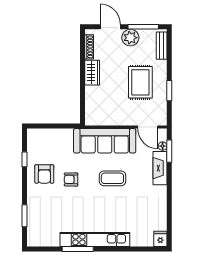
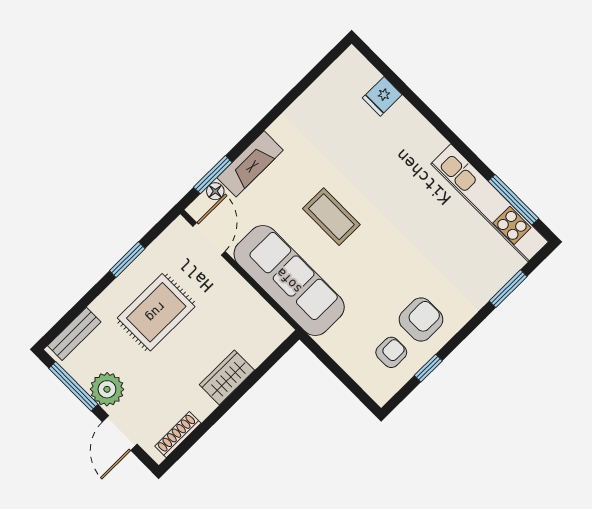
wardrobe: (92, 73) -> (227, 377), moved
armchair: (71, 179) -> (391, 352), moved, turned -90
kitchen unit: (95, 239) -> (490, 203), moved
fridge: (160, 239) -> (382, 96), moved
window: (78, 249) -> (513, 200), moved

